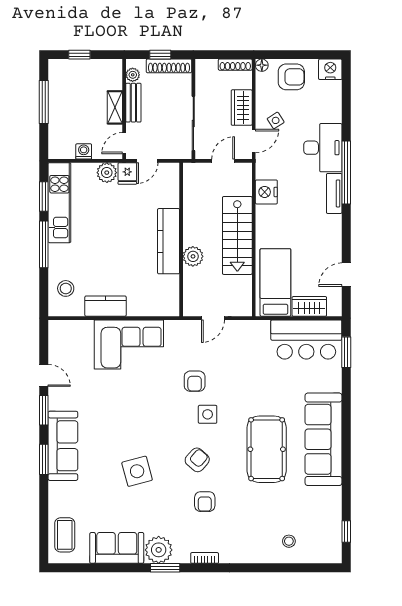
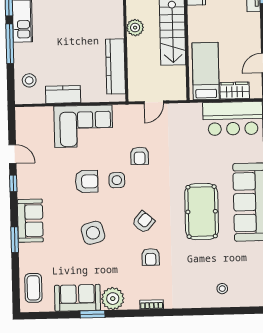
kitchen counter: (169, 241) -> (115, 66), moved
plant: (193, 256) -> (135, 28), moved
window: (44, 410) -> (13, 183), width x0.67
armchair: (131, 410) -> (87, 181), added
side table: (208, 414) -> (117, 180), moved
sofa: (63, 446) -> (30, 221), width x0.73
window: (44, 459) -> (15, 240), moved
window: (165, 568) -> (93, 314), moved

